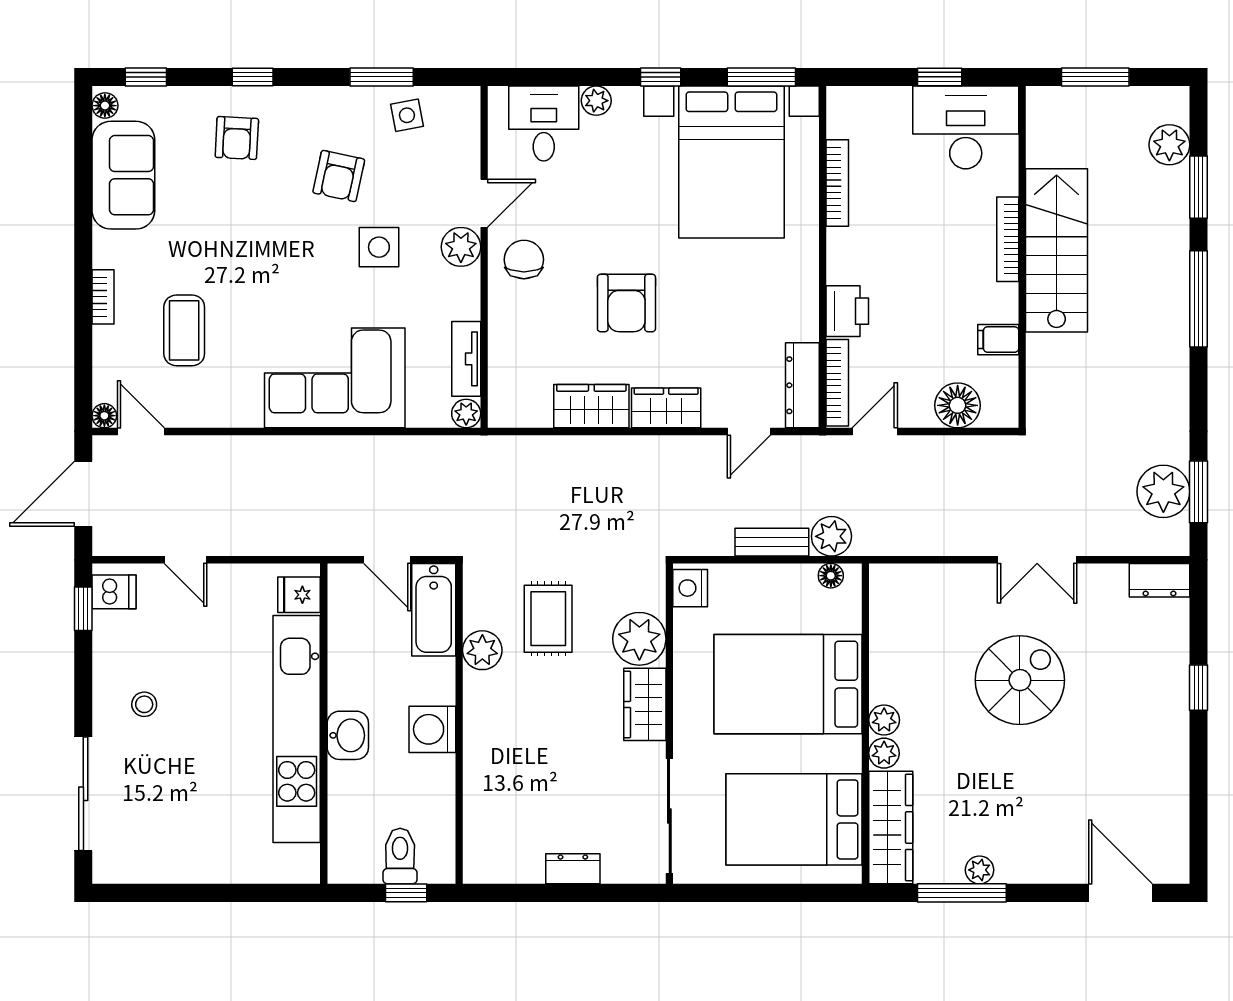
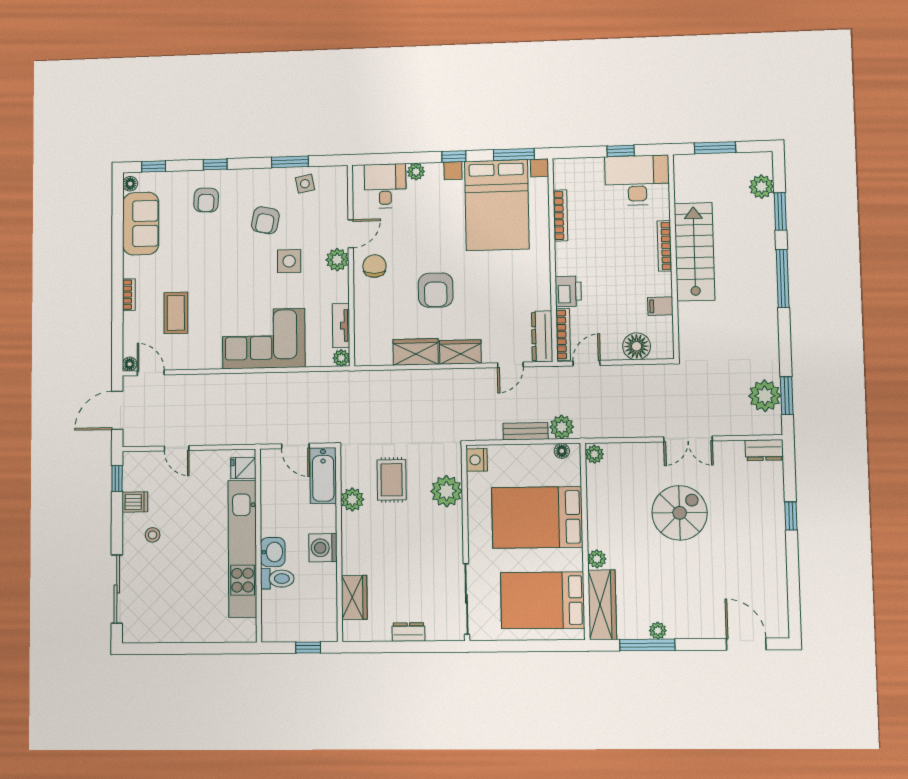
dishwasher: (114, 592) -> (135, 502), moved
wardrobe: (645, 704) -> (354, 597), moved, turned 180
plant: (884, 720) -> (594, 454), moved
toilet: (400, 856) -> (277, 579), moved, turned 90

